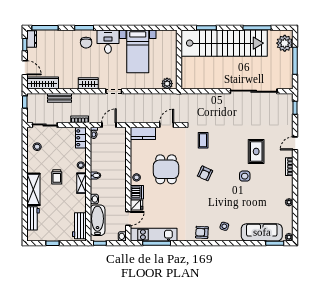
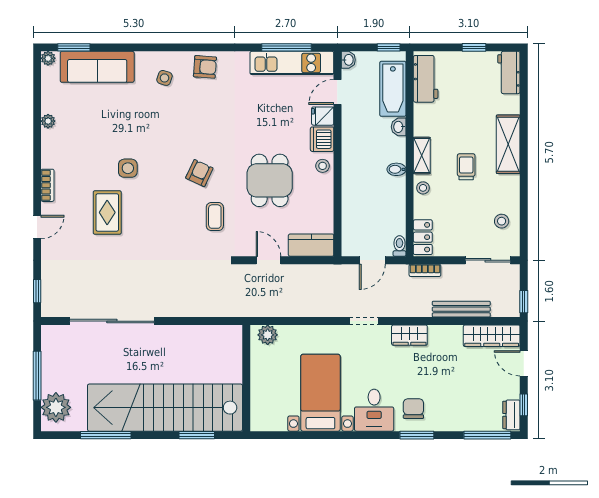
bench: (60, 98) -> (461, 309), width x1.36
door: (167, 125) -> (268, 260), swing flipped
coffee table: (203, 140) -> (215, 217), moved
workbench: (33, 218) -> (509, 72), moved

